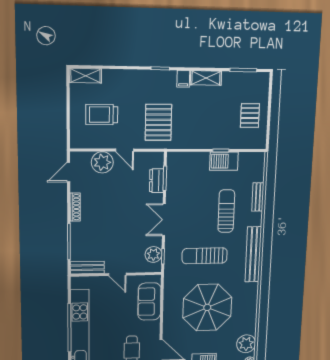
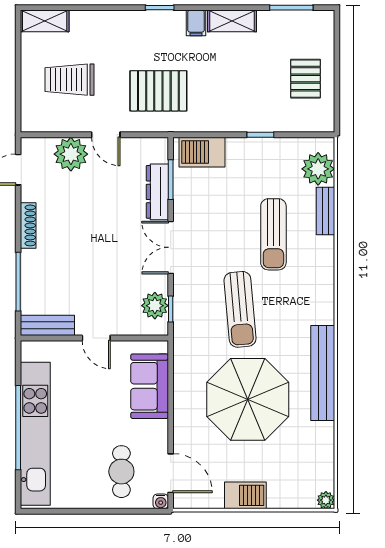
pallet: (158, 122) -> (158, 91), turned 90
barbecue: (224, 161) -> (202, 152), moved
dresser: (157, 181) -> (157, 192), width x1.44
sun lounger: (226, 211) -> (273, 234), turned 180
bench: (253, 254) -> (323, 373), moved
sun lounger: (205, 256) -> (240, 309), turned -95
plant: (246, 344) -> (318, 169), moved

